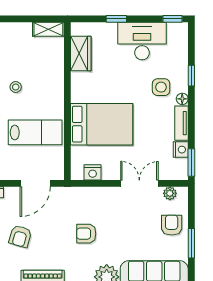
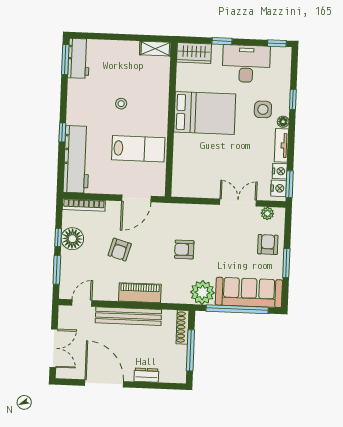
wardrobe: (81, 54) -> (194, 53), moved, turned 90
bed: (102, 124) -> (205, 113), moved
nightstand: (93, 172) -> (279, 188), moved, turned -90

